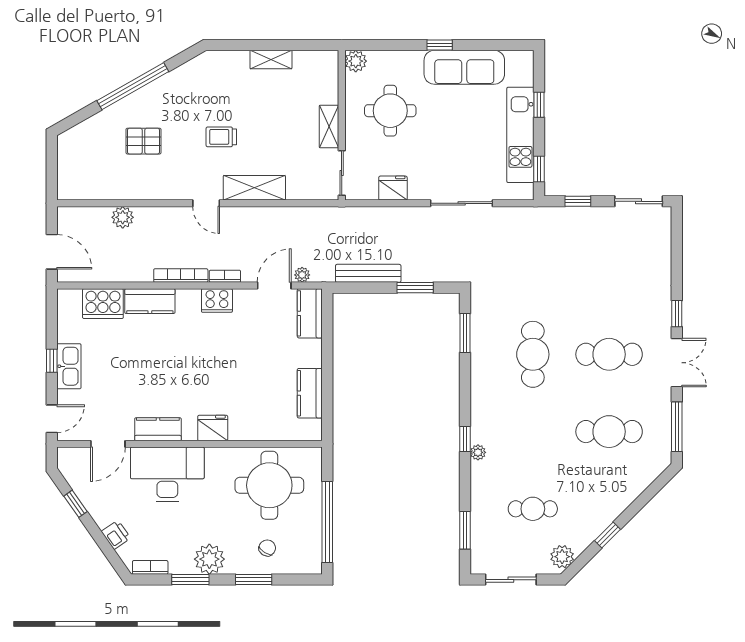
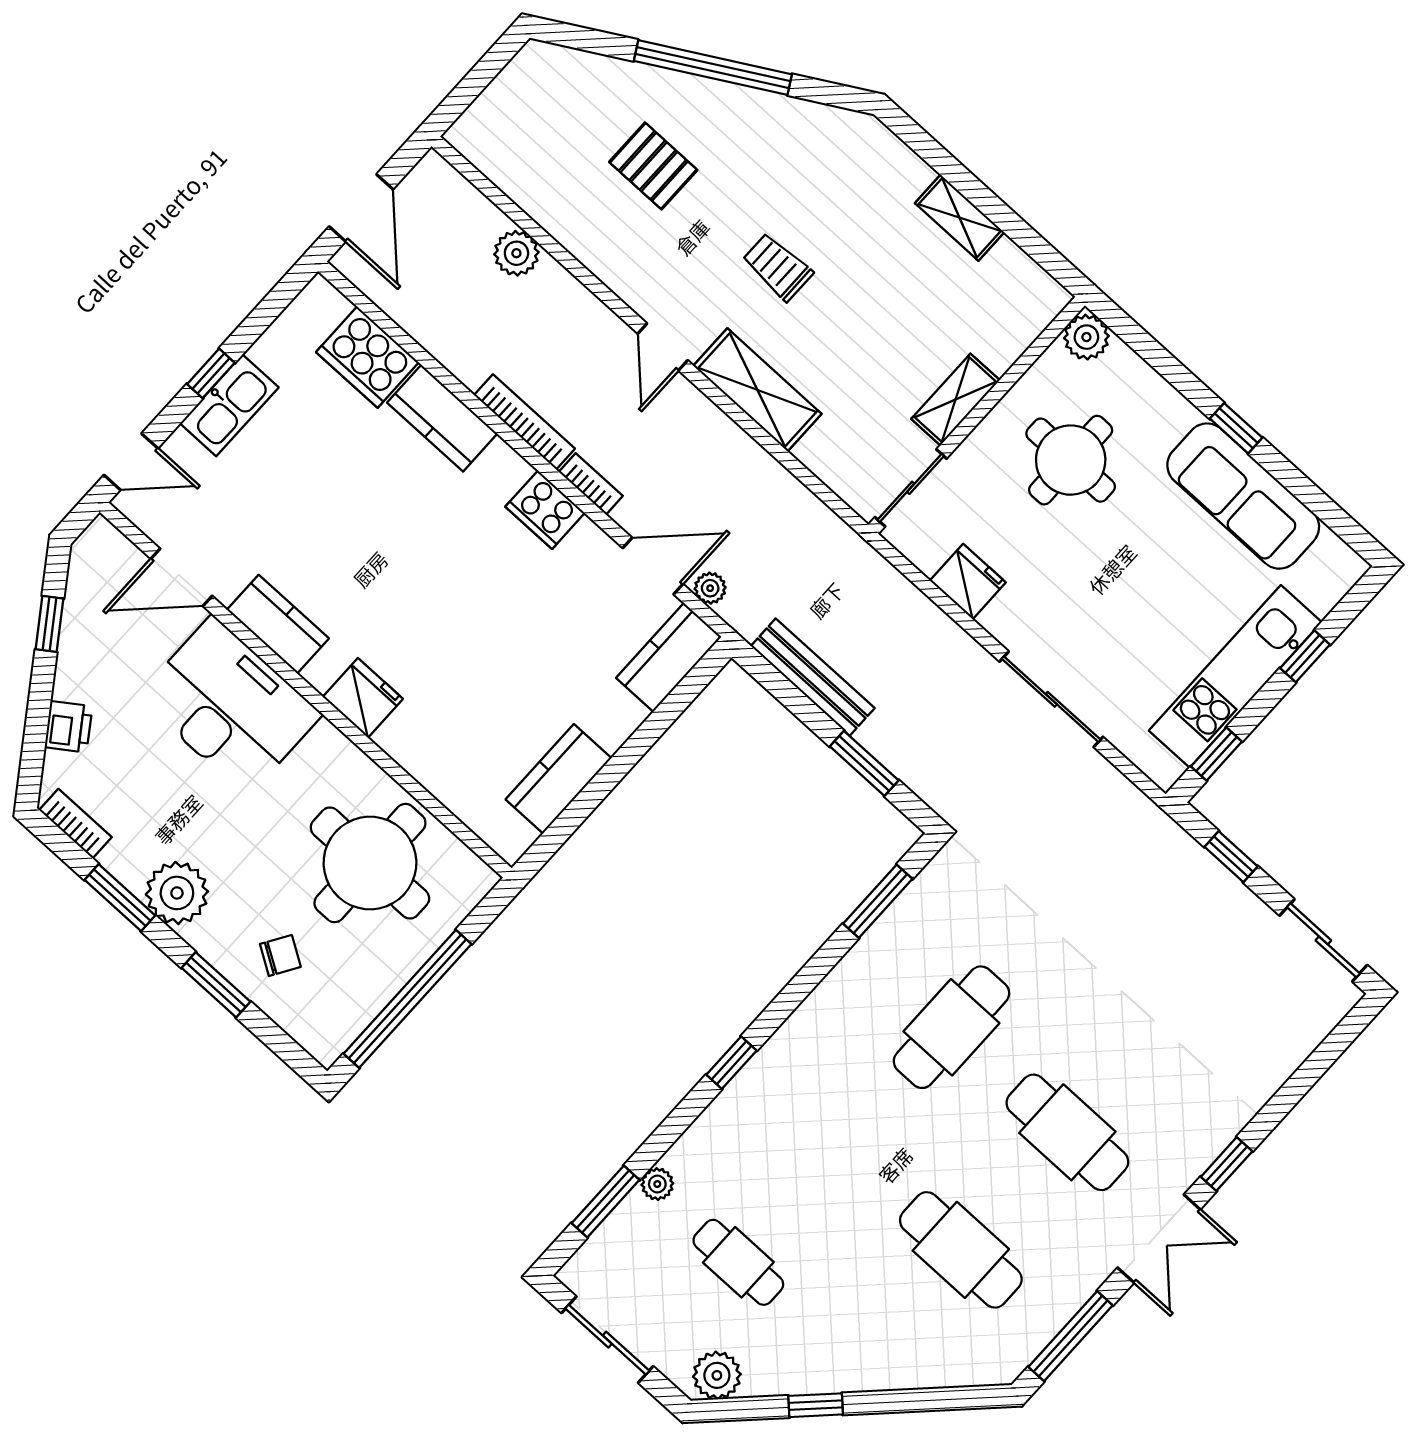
plant: (478, 452) -> (657, 1184), moved

